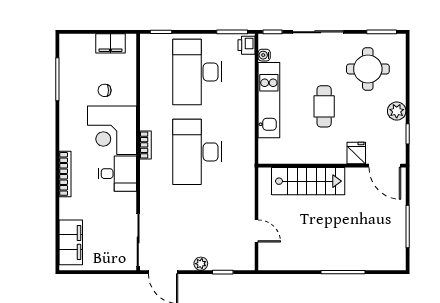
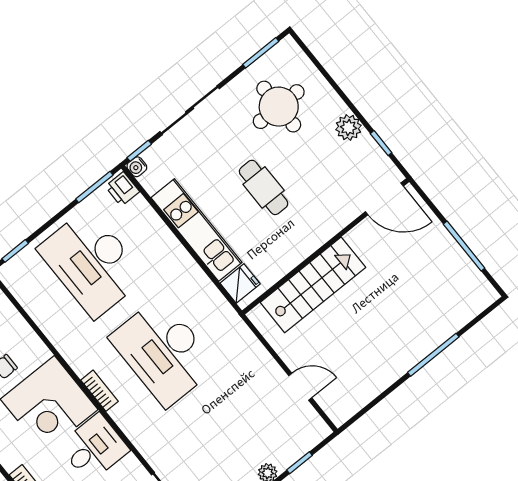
water cooler: (264, 55) -> (137, 167), moved
fridge: (356, 153) -> (240, 283), moved, turned 90

